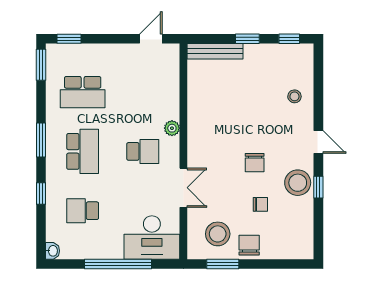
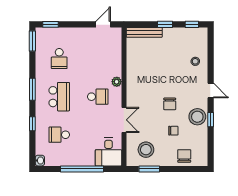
school desk: (83, 92) -> (59, 59), width x0.54
desk: (152, 238) -> (108, 152), width x0.73
chair: (249, 245) -> (184, 156), moved

